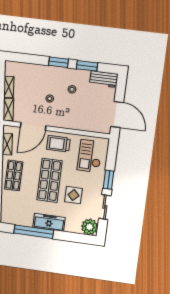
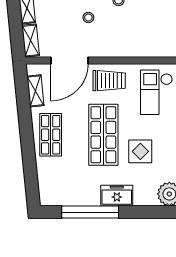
trolley: (58, 144) -> (109, 81), turned 180
freezer: (49, 222) -> (117, 196), width x0.71

